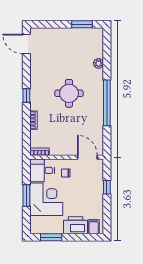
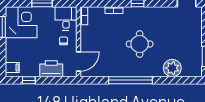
plant: (99, 63) -> (172, 68), width x1.87, depth x1.87
window: (107, 187) -> (29, 80), moved
corner desk: (46, 199) -> (21, 22), moved, turned -90
printer: (75, 225) -> (51, 69), moved, turned -90

